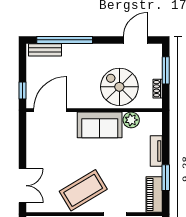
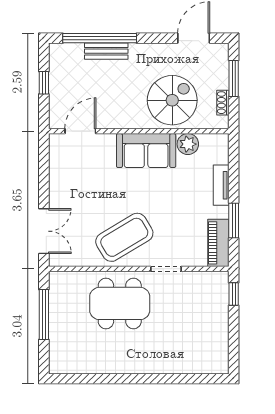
bench: (45, 50) -> (106, 51), moved
spiral stairs: (119, 87) -> (172, 100), turned 90
window: (22, 91) -> (44, 83), moved
door: (50, 110) -> (80, 131), width x0.73

